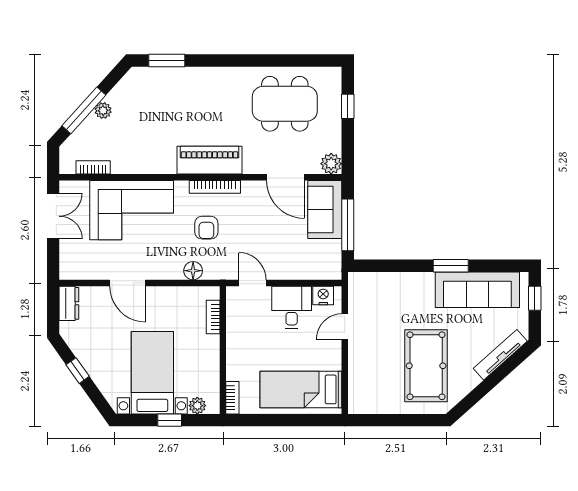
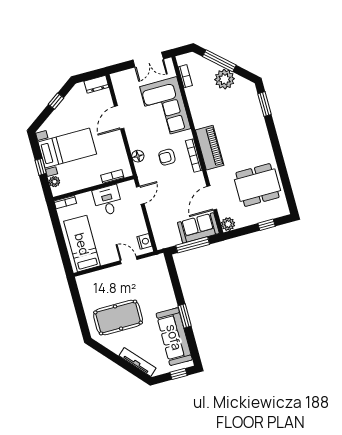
dining table: (285, 104) -> (257, 185), turned 90
plant: (103, 111) -> (225, 79), width x1.88, depth x1.88
desk: (292, 307) -> (108, 200), moved, turned -90

